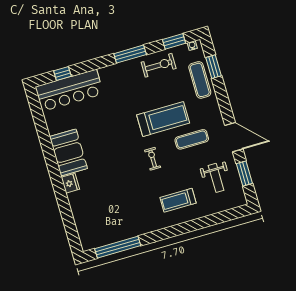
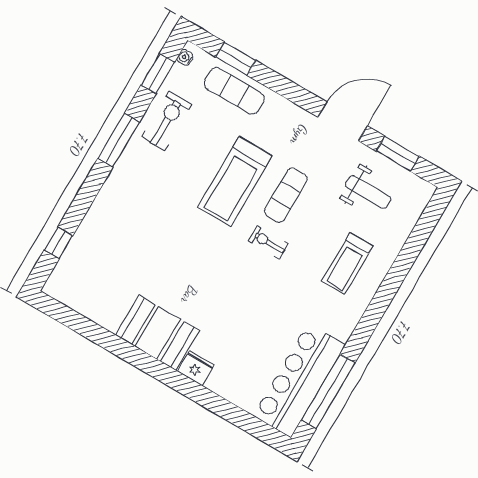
bar counter: (69, 90) -> (299, 380), moved, turned 180
treadmill: (163, 119) -> (235, 181), turned 180
exercise mat: (192, 139) -> (286, 195), moved

